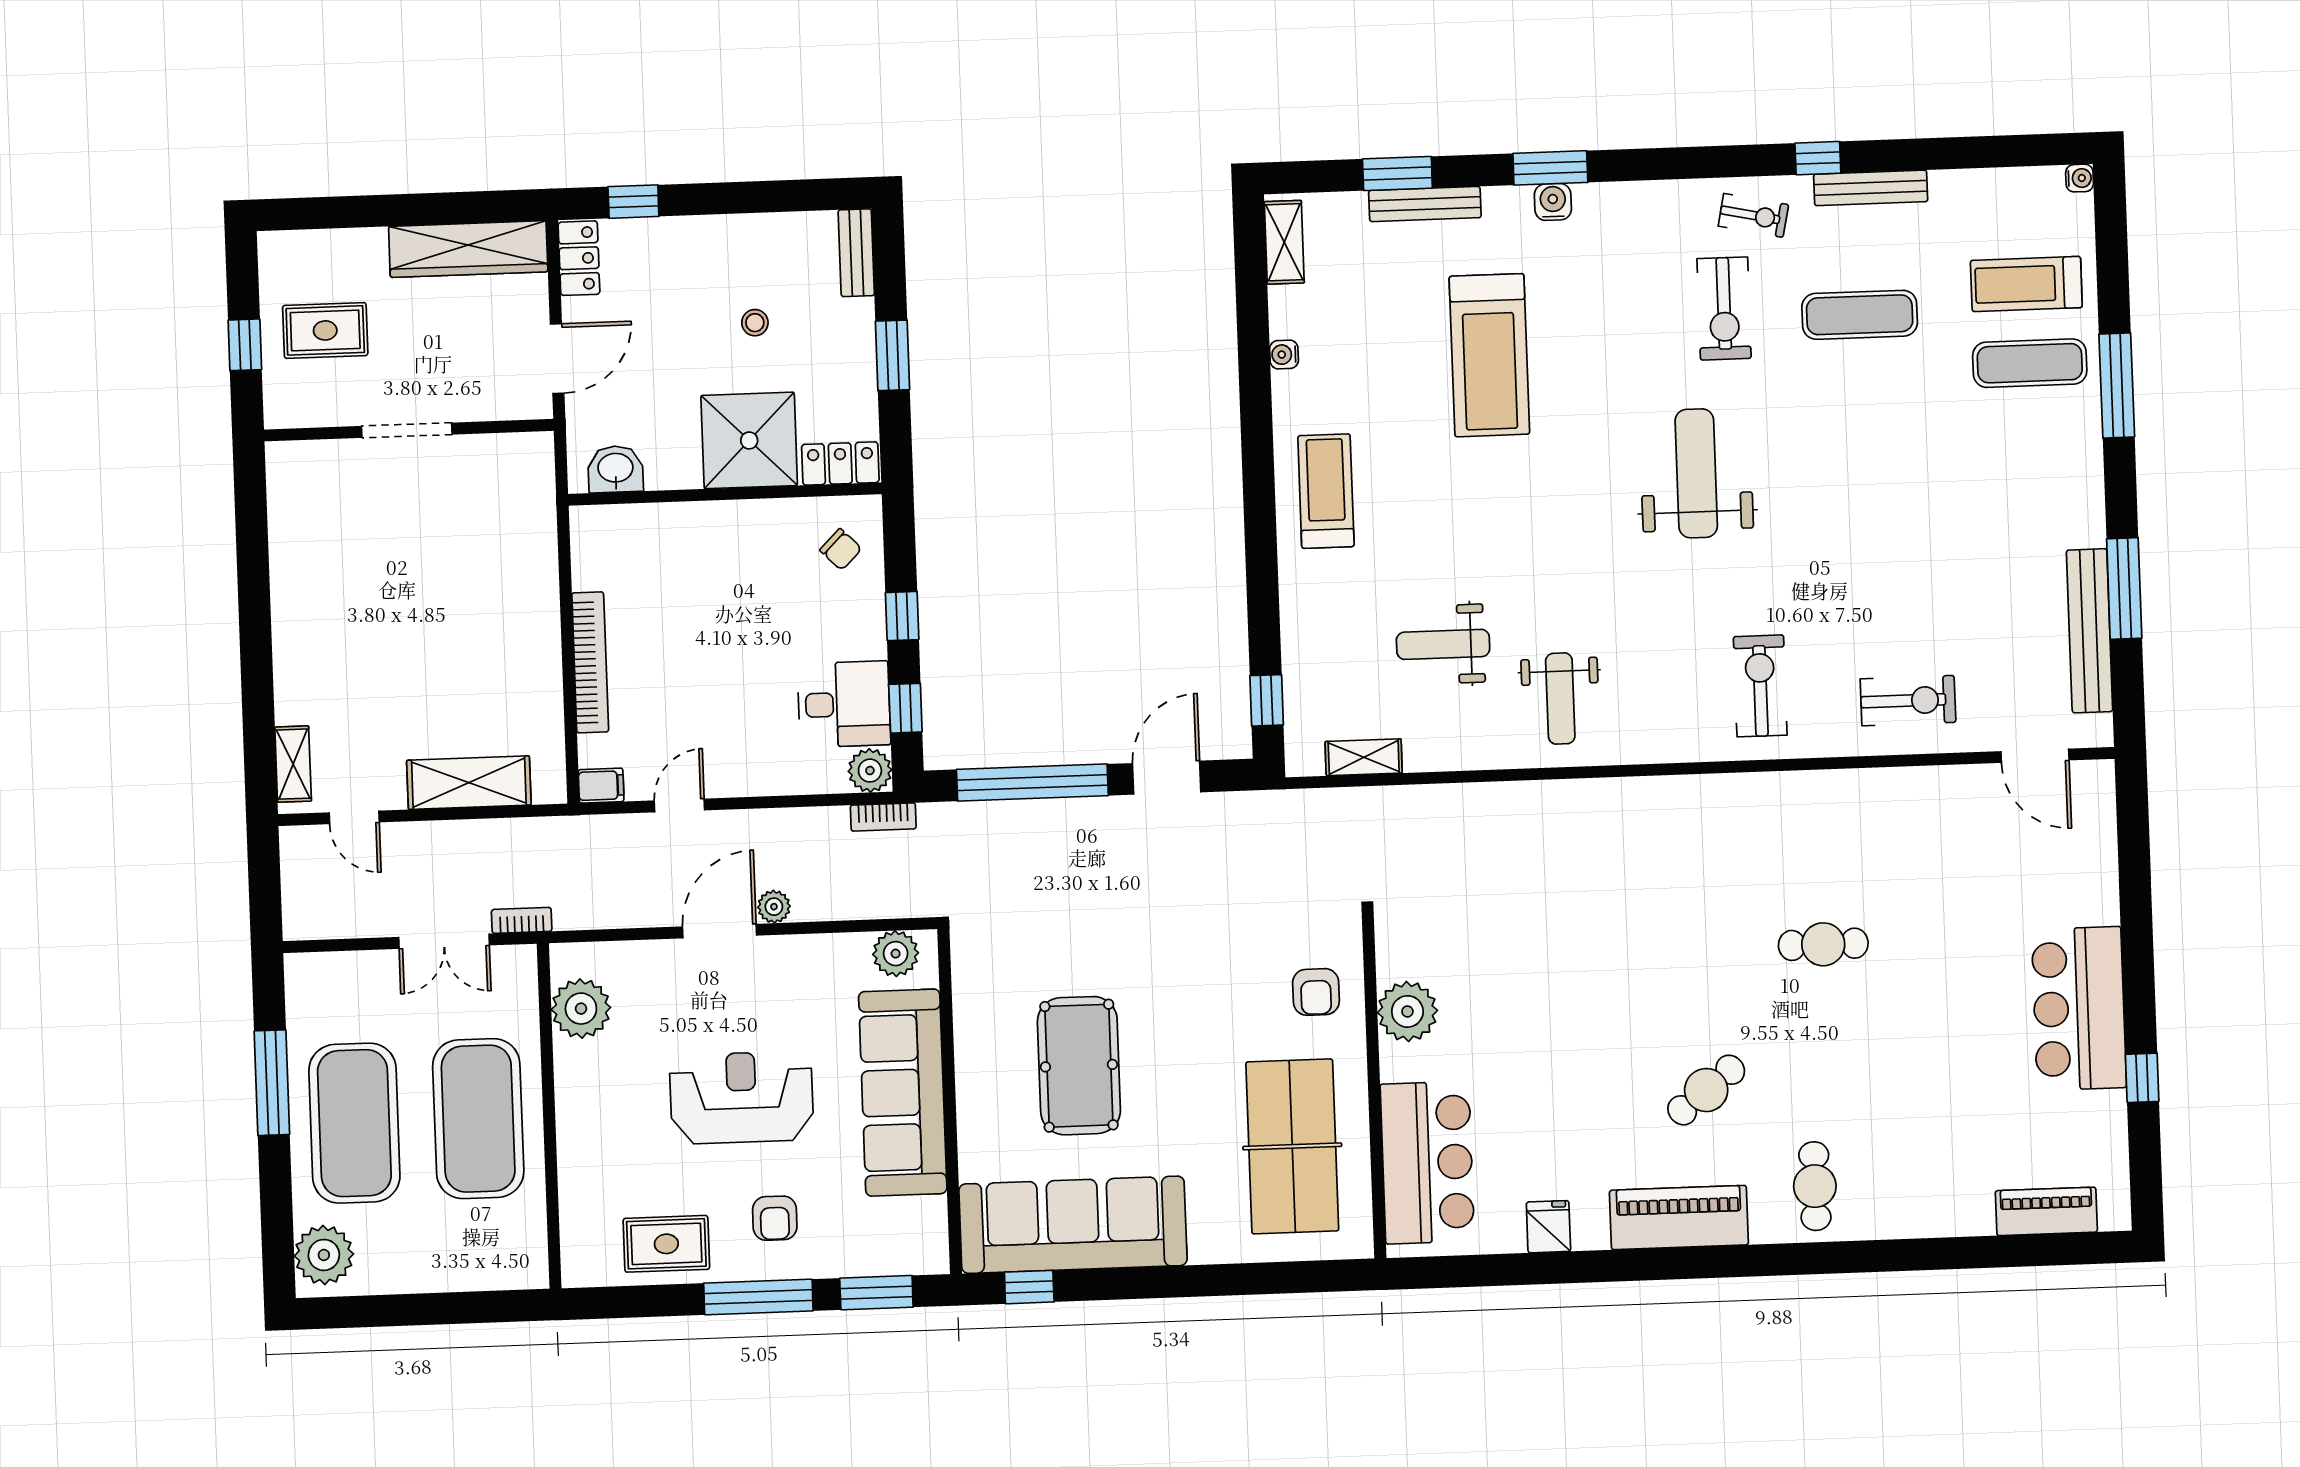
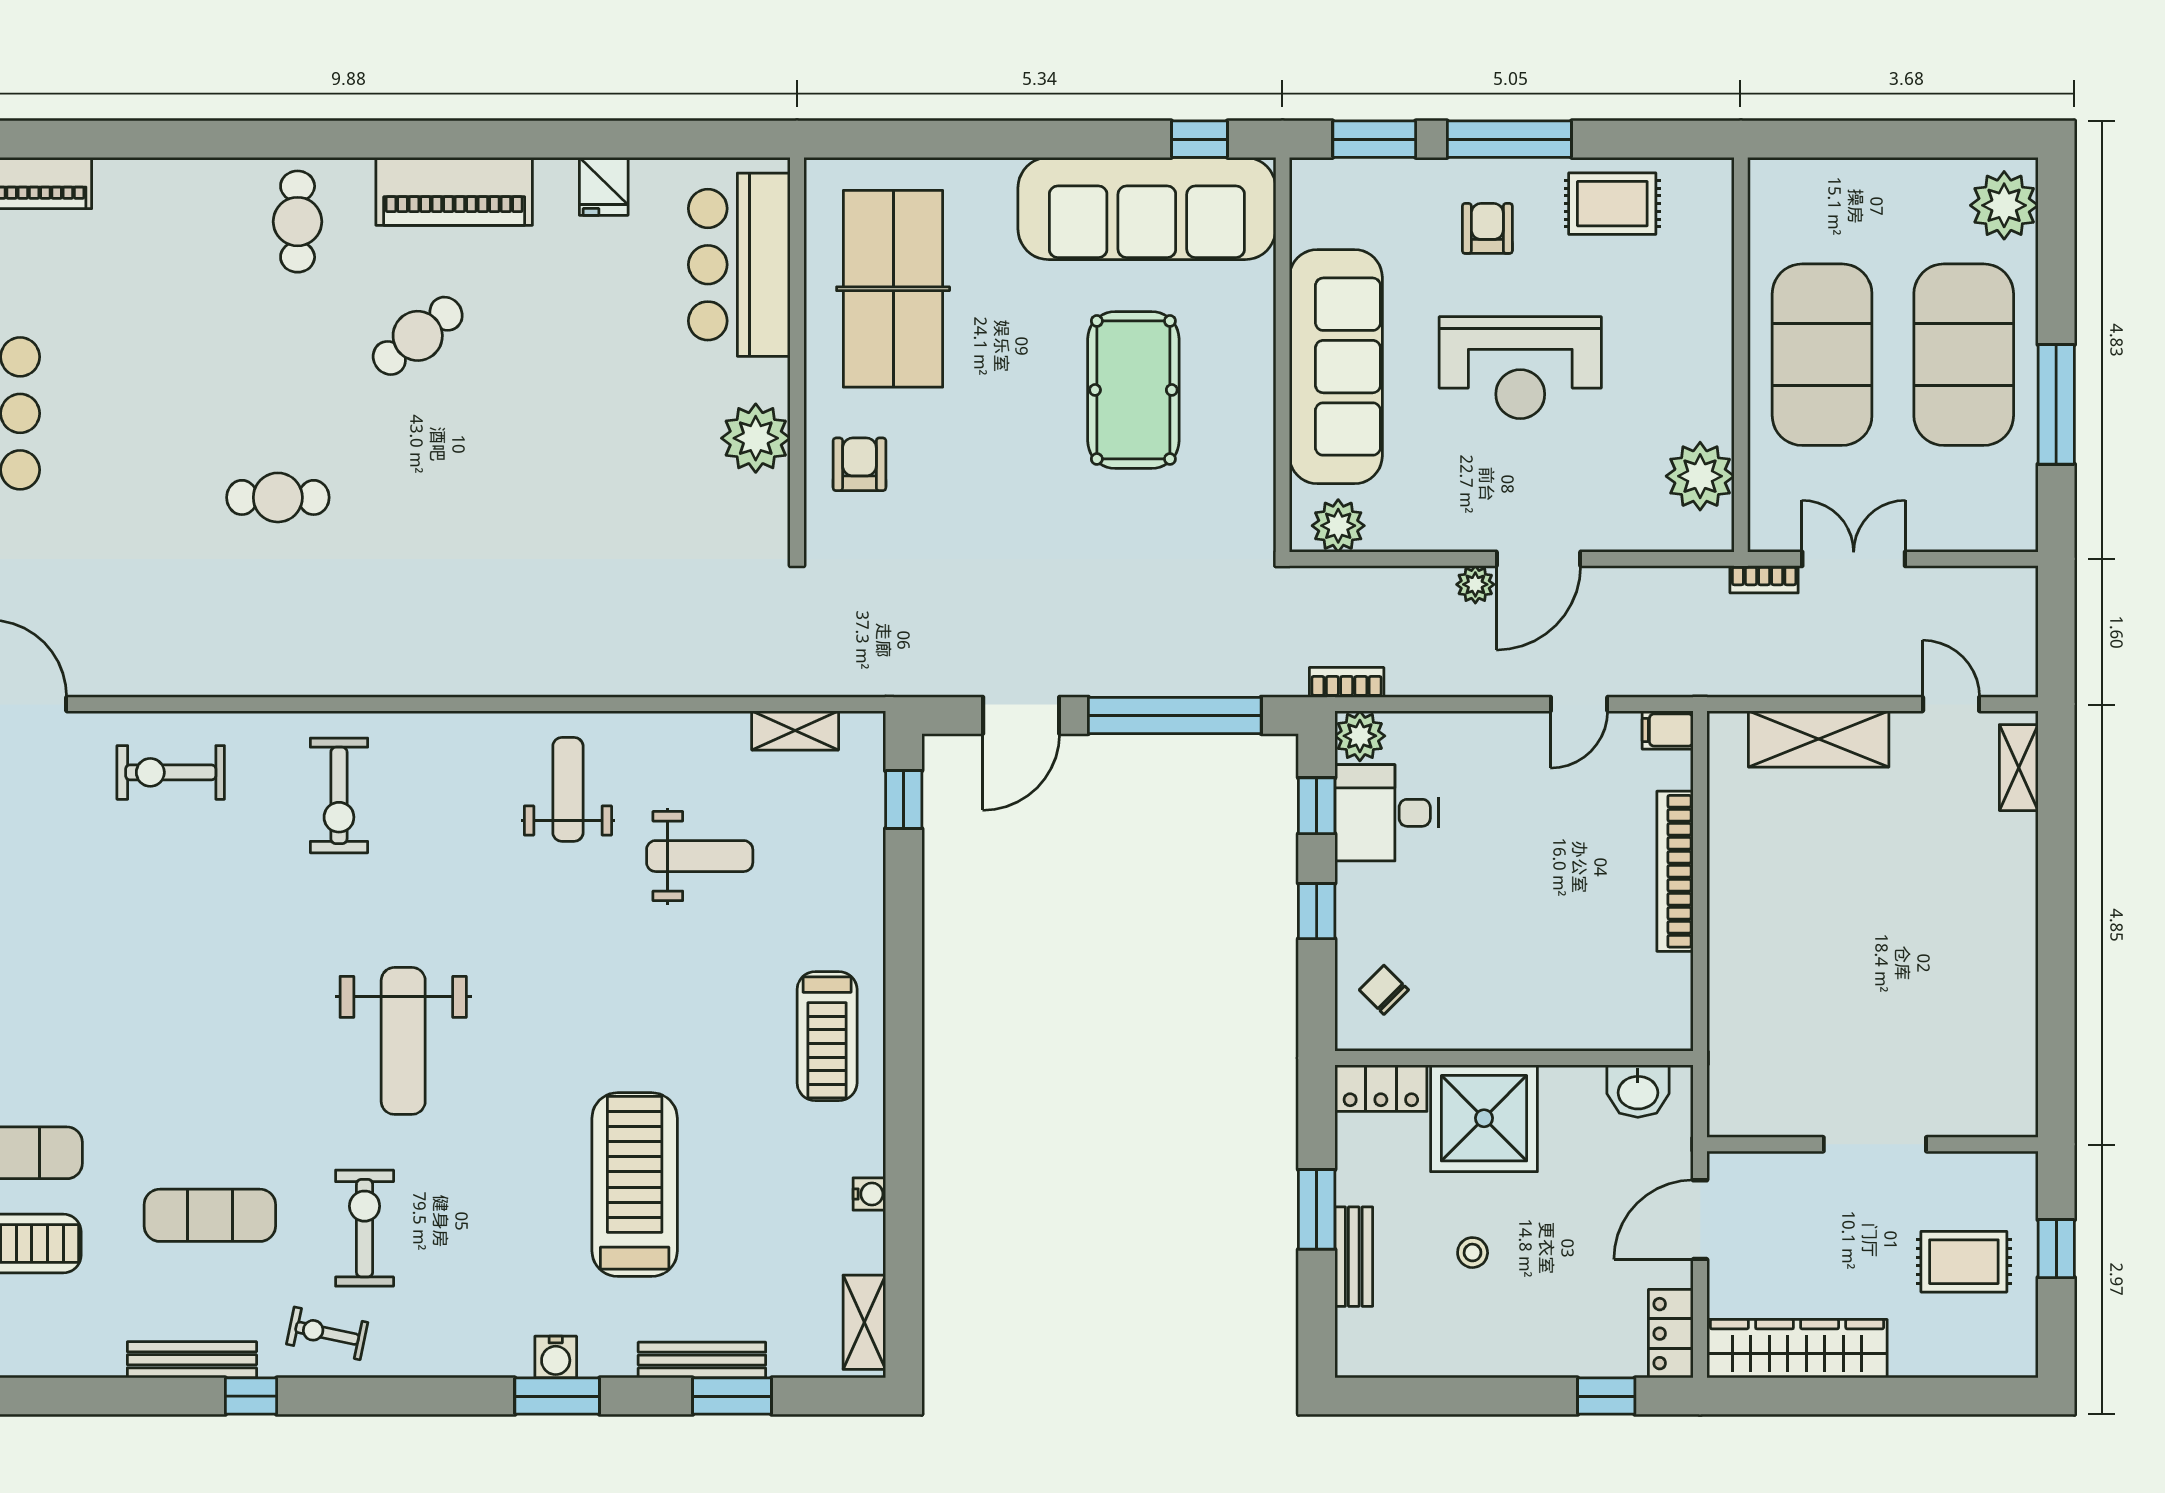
bench: (856, 253) -> (1354, 1257), moved

